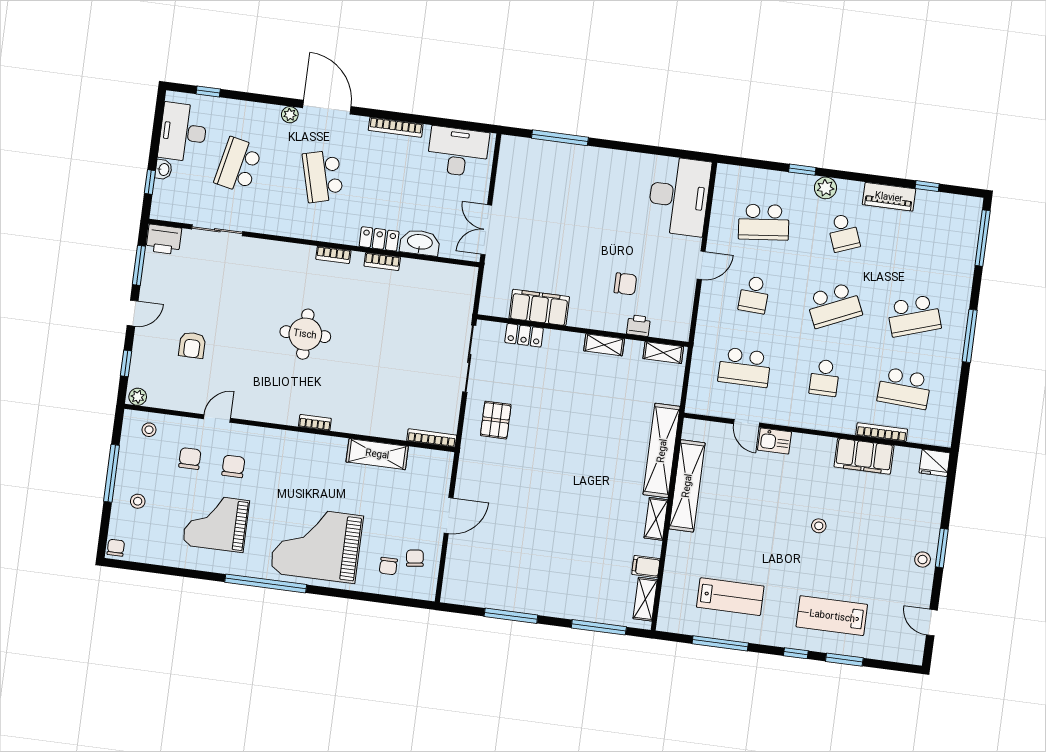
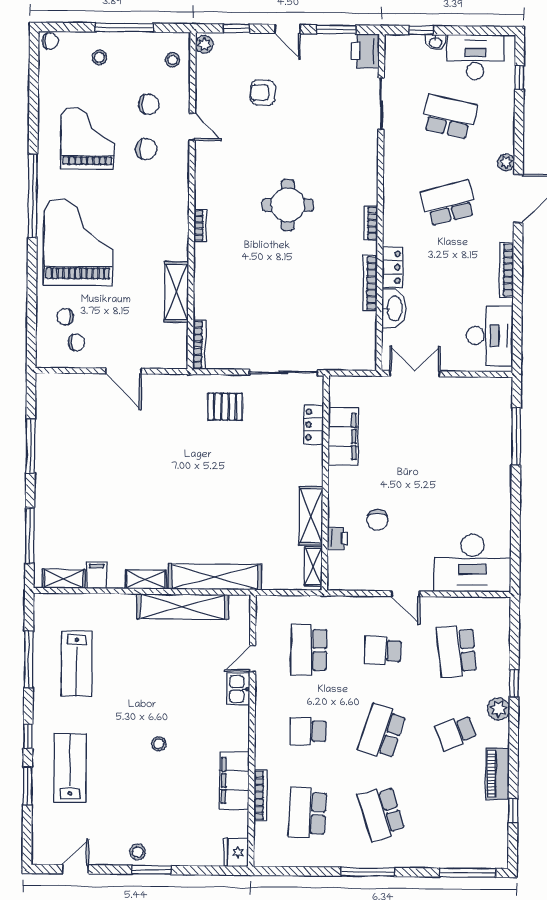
bookcase: (382, 262) -> (370, 283), width x1.56
school desk: (834, 305) -> (382, 732), turned 42
shelving: (604, 345) -> (311, 516), width x1.50, depth x1.33

